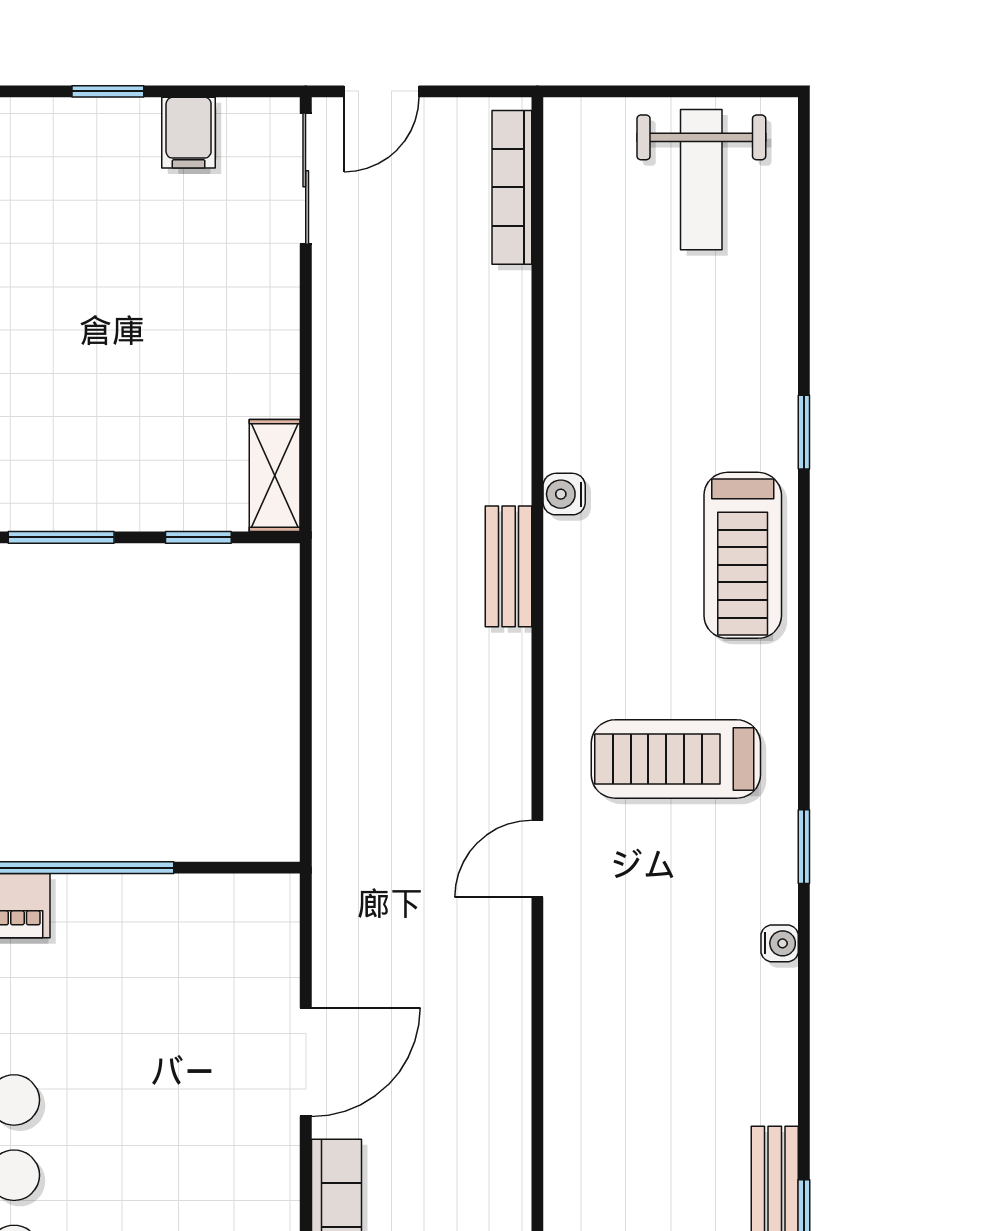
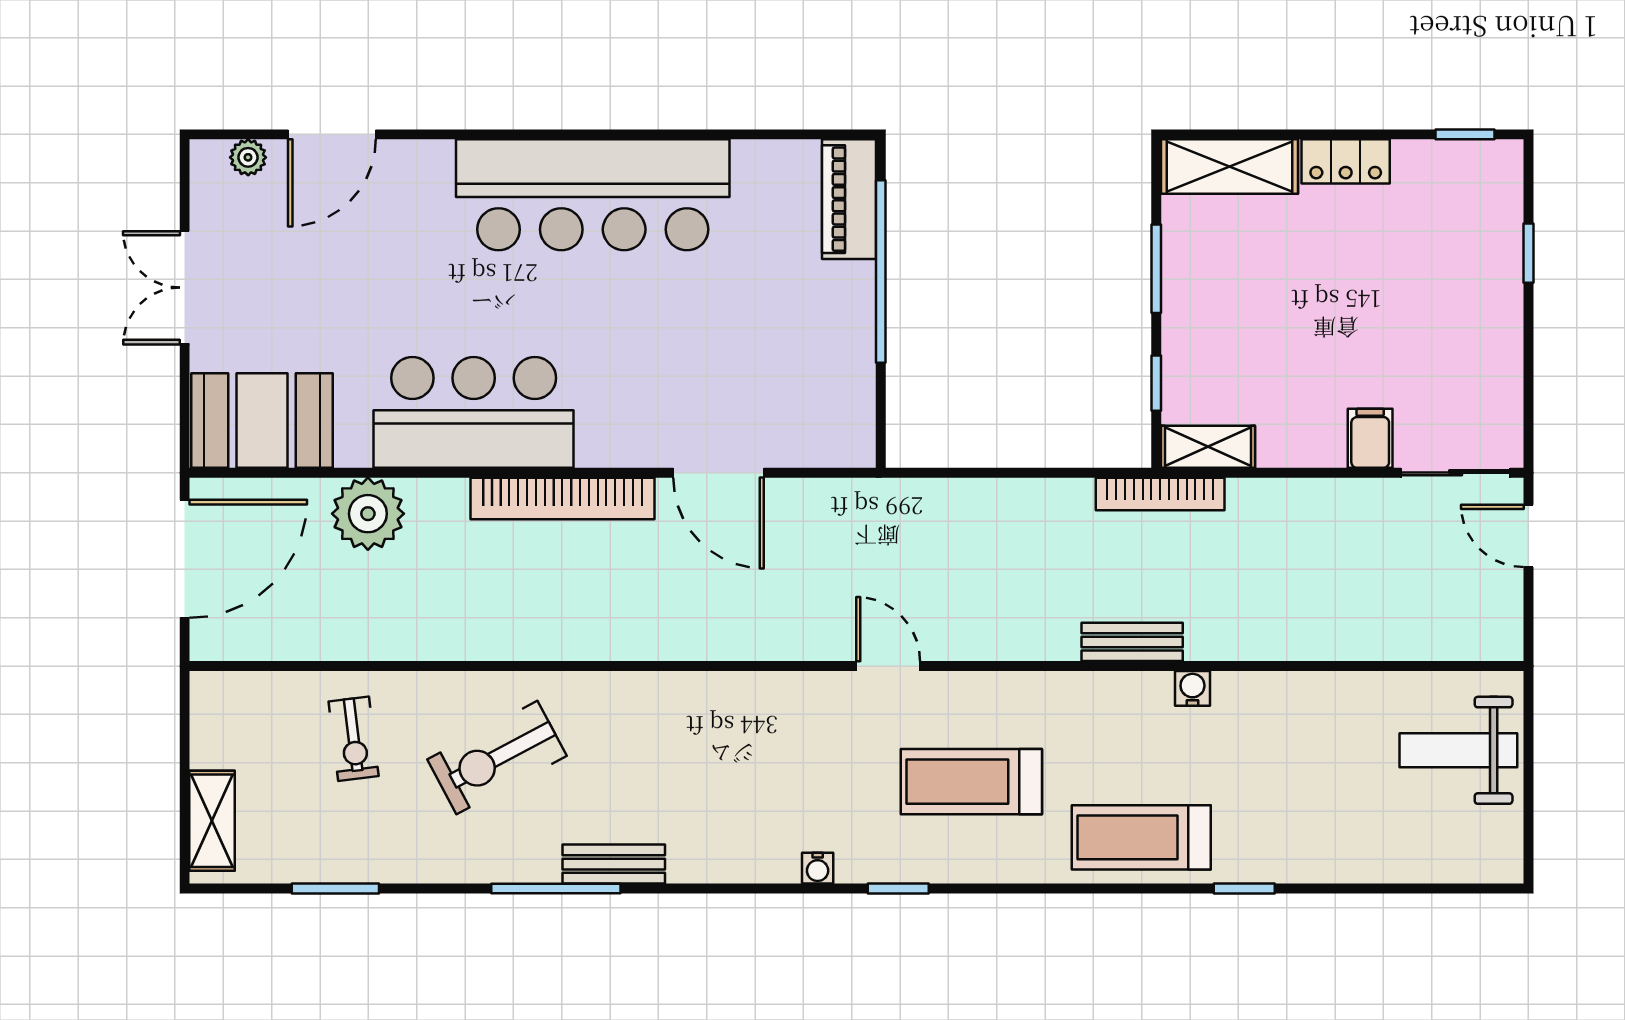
window: (108, 91) -> (1528, 253), moved
filing cabinet: (189, 133) -> (1370, 438), moved, turned 90
weight bench: (701, 180) -> (1458, 750), moved
bookcase: (512, 187) -> (1160, 494), moved, turned 180
treadmill: (676, 759) -> (971, 782), turned -90

